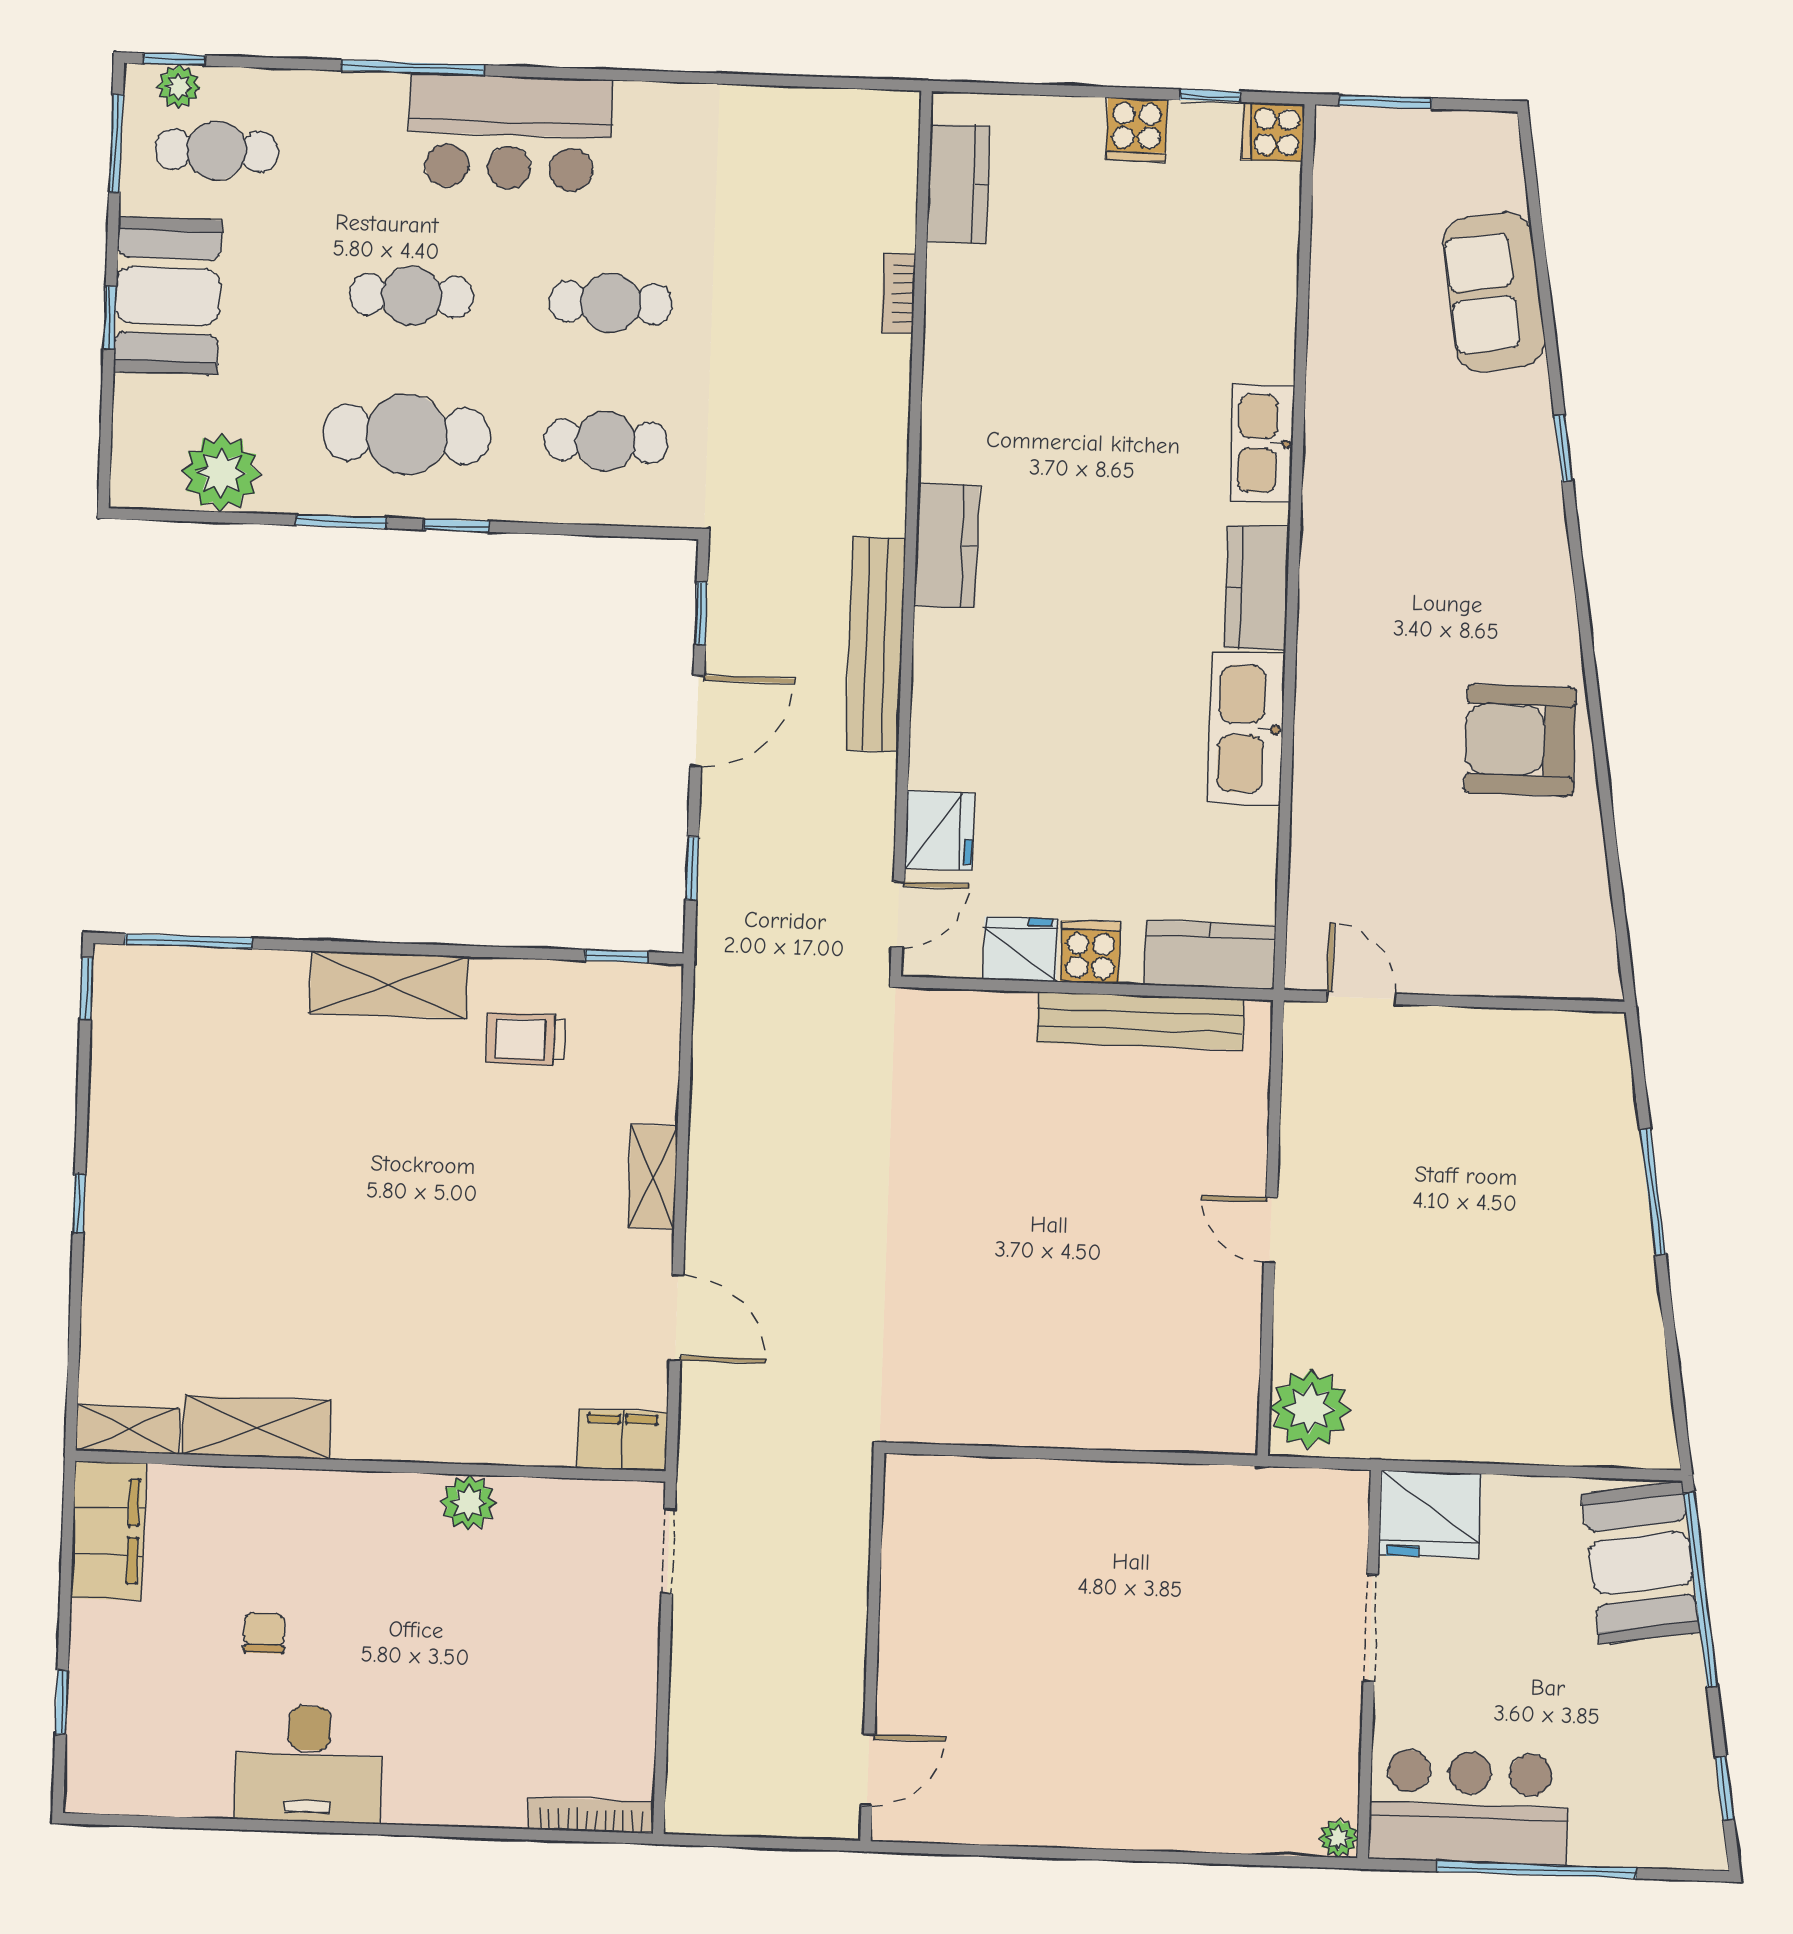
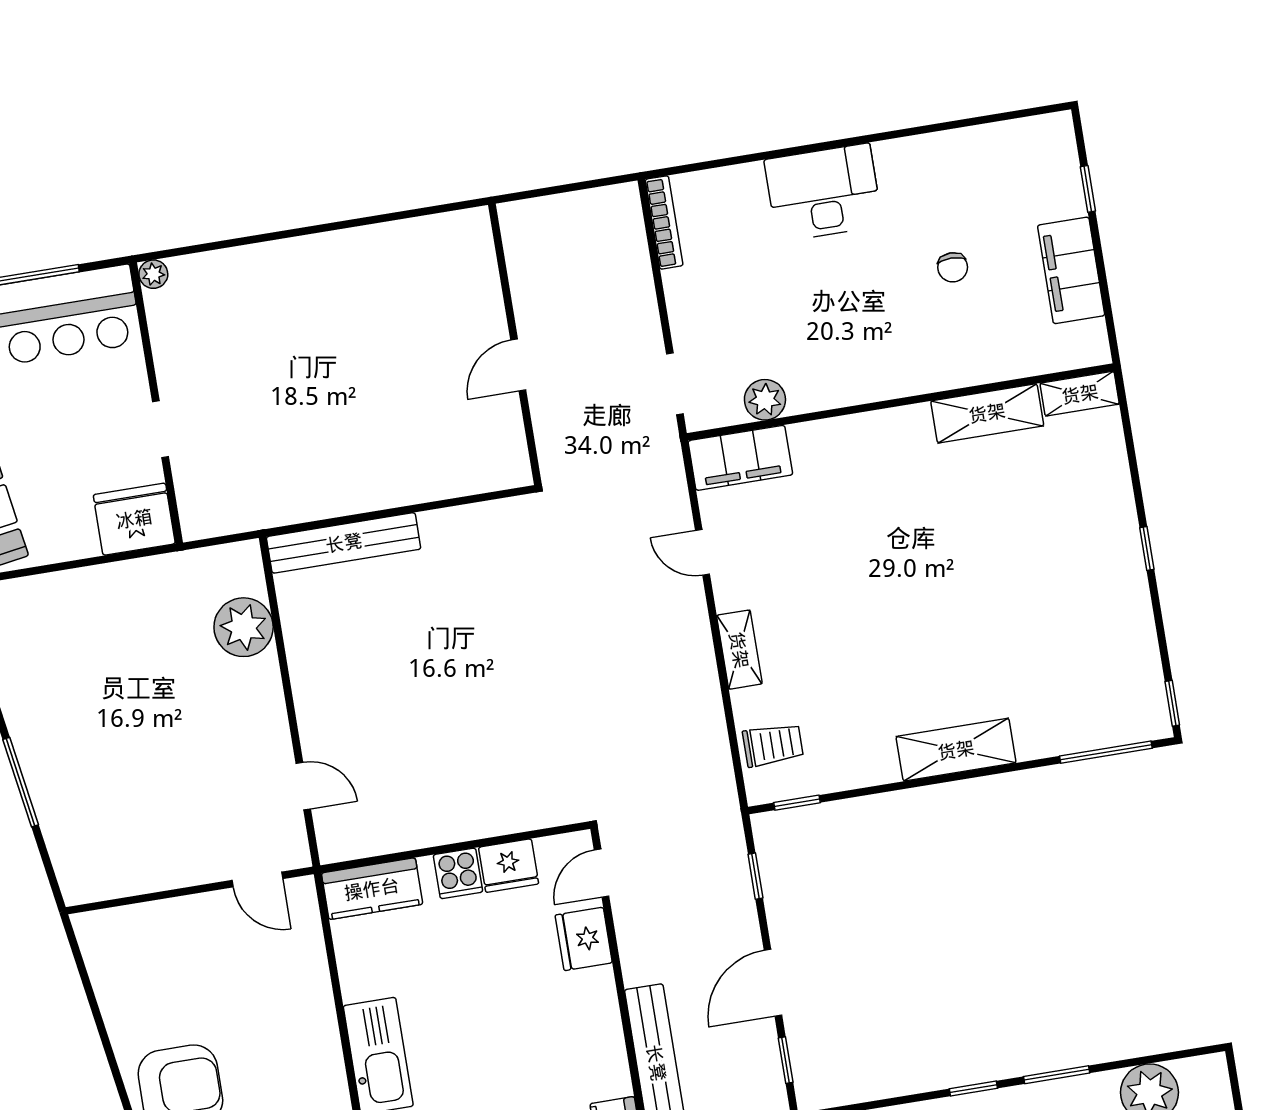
bench: (1140, 1021) -> (344, 543), moved
trolley: (526, 1039) -> (773, 745), moved
door: (1270, 1230) -> (303, 786), moved
door: (676, 1318) -> (702, 552), width x0.73
plant: (1310, 1409) -> (244, 627), moved
filing cabinet: (622, 1440) -> (740, 458), width x1.50, depth x1.17
plant: (468, 1503) -> (765, 400), moved
filing cabinet: (108, 1531) -> (1071, 270), moved
doorway: (1371, 1628) -> (160, 429), width x0.73
desk: (309, 1764) -> (823, 193), moved
door: (868, 1770) -> (518, 365), moved
bookcase: (591, 1815) -> (664, 222), moved, turned -90

